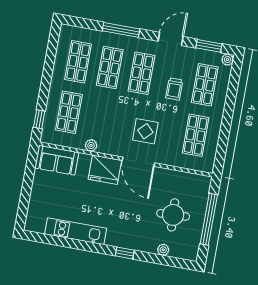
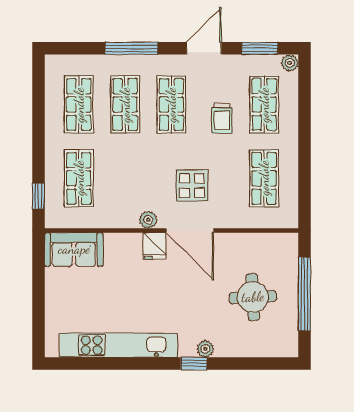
plant: (91, 145) -> (148, 220), moved
fridge: (105, 170) -> (154, 246), width x0.53, depth x0.75
kitchen unit: (76, 231) -> (119, 345), width x1.36
plant: (163, 250) -> (205, 349), moved

